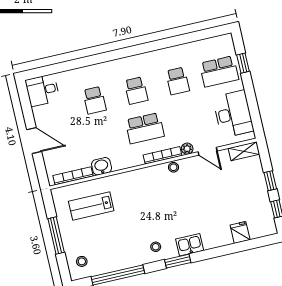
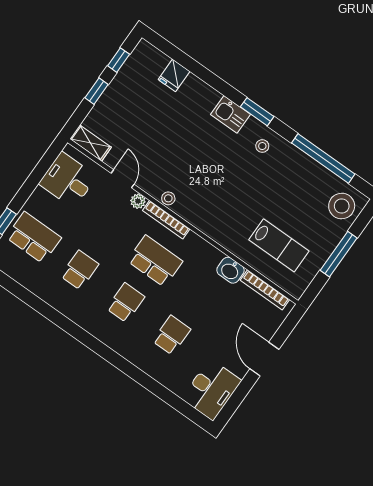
desk: (42, 90) -> (211, 390), width x1.37
desk: (233, 114) -> (68, 180), width x0.73
stool: (82, 261) -> (342, 206), width x1.89, depth x1.89

